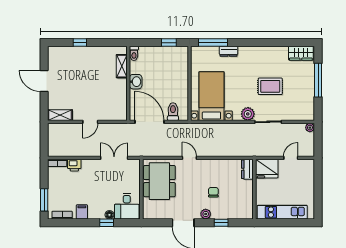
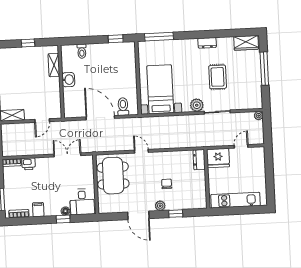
dresser: (229, 51) -> (207, 43), moved
shelving: (122, 66) -> (54, 65), moved
washbasin: (136, 82) -> (68, 80), moved
wall: (128, 83) -> (61, 82), moved
rug: (270, 86) -> (218, 77), turned 90

